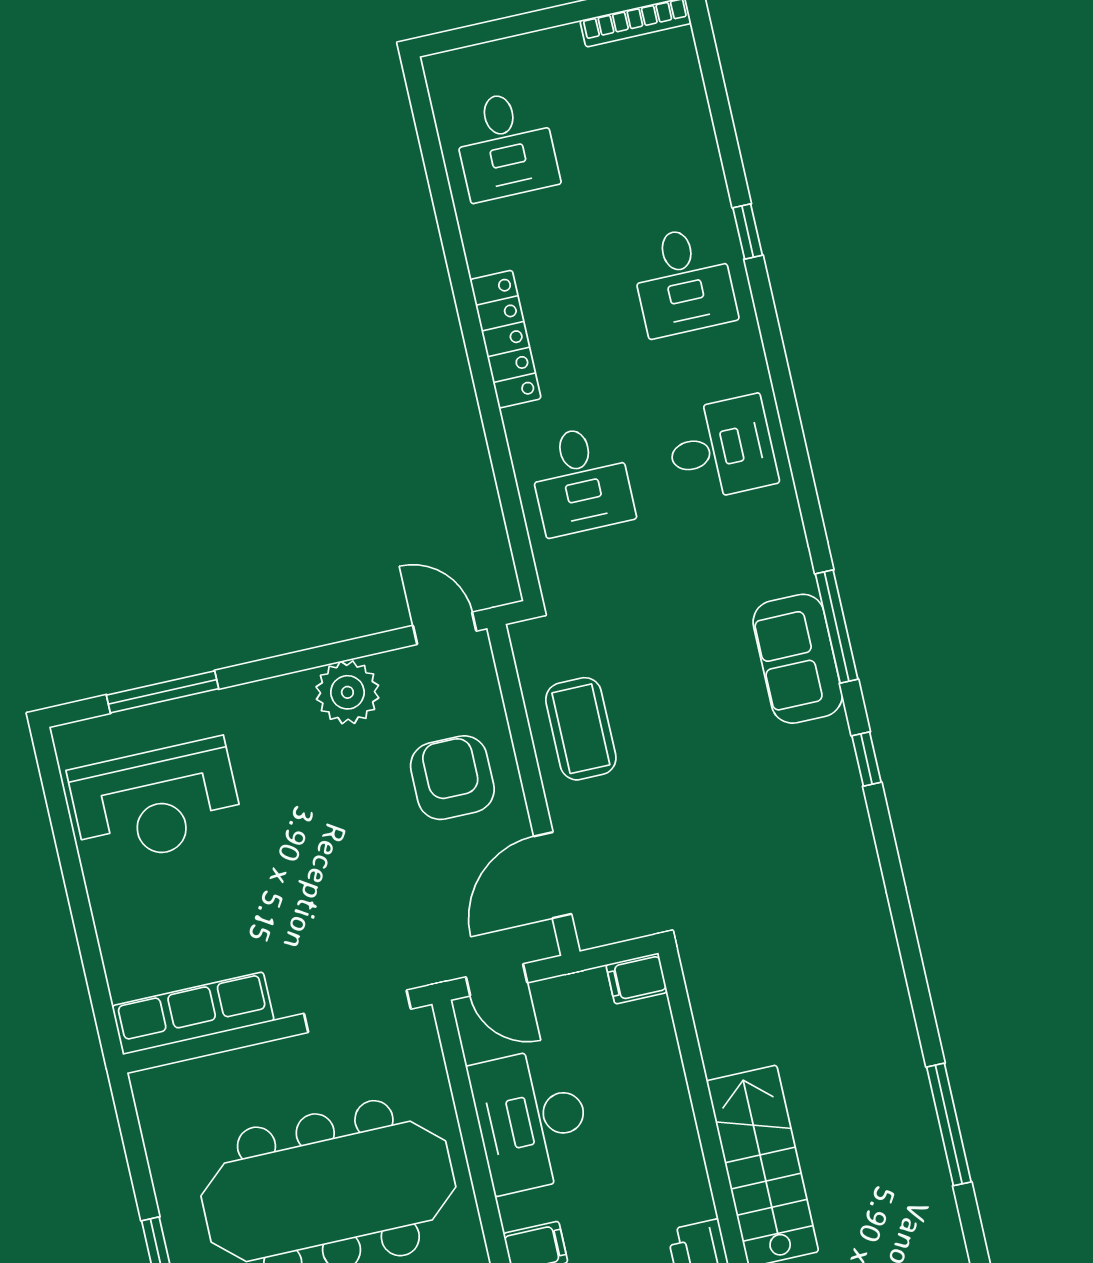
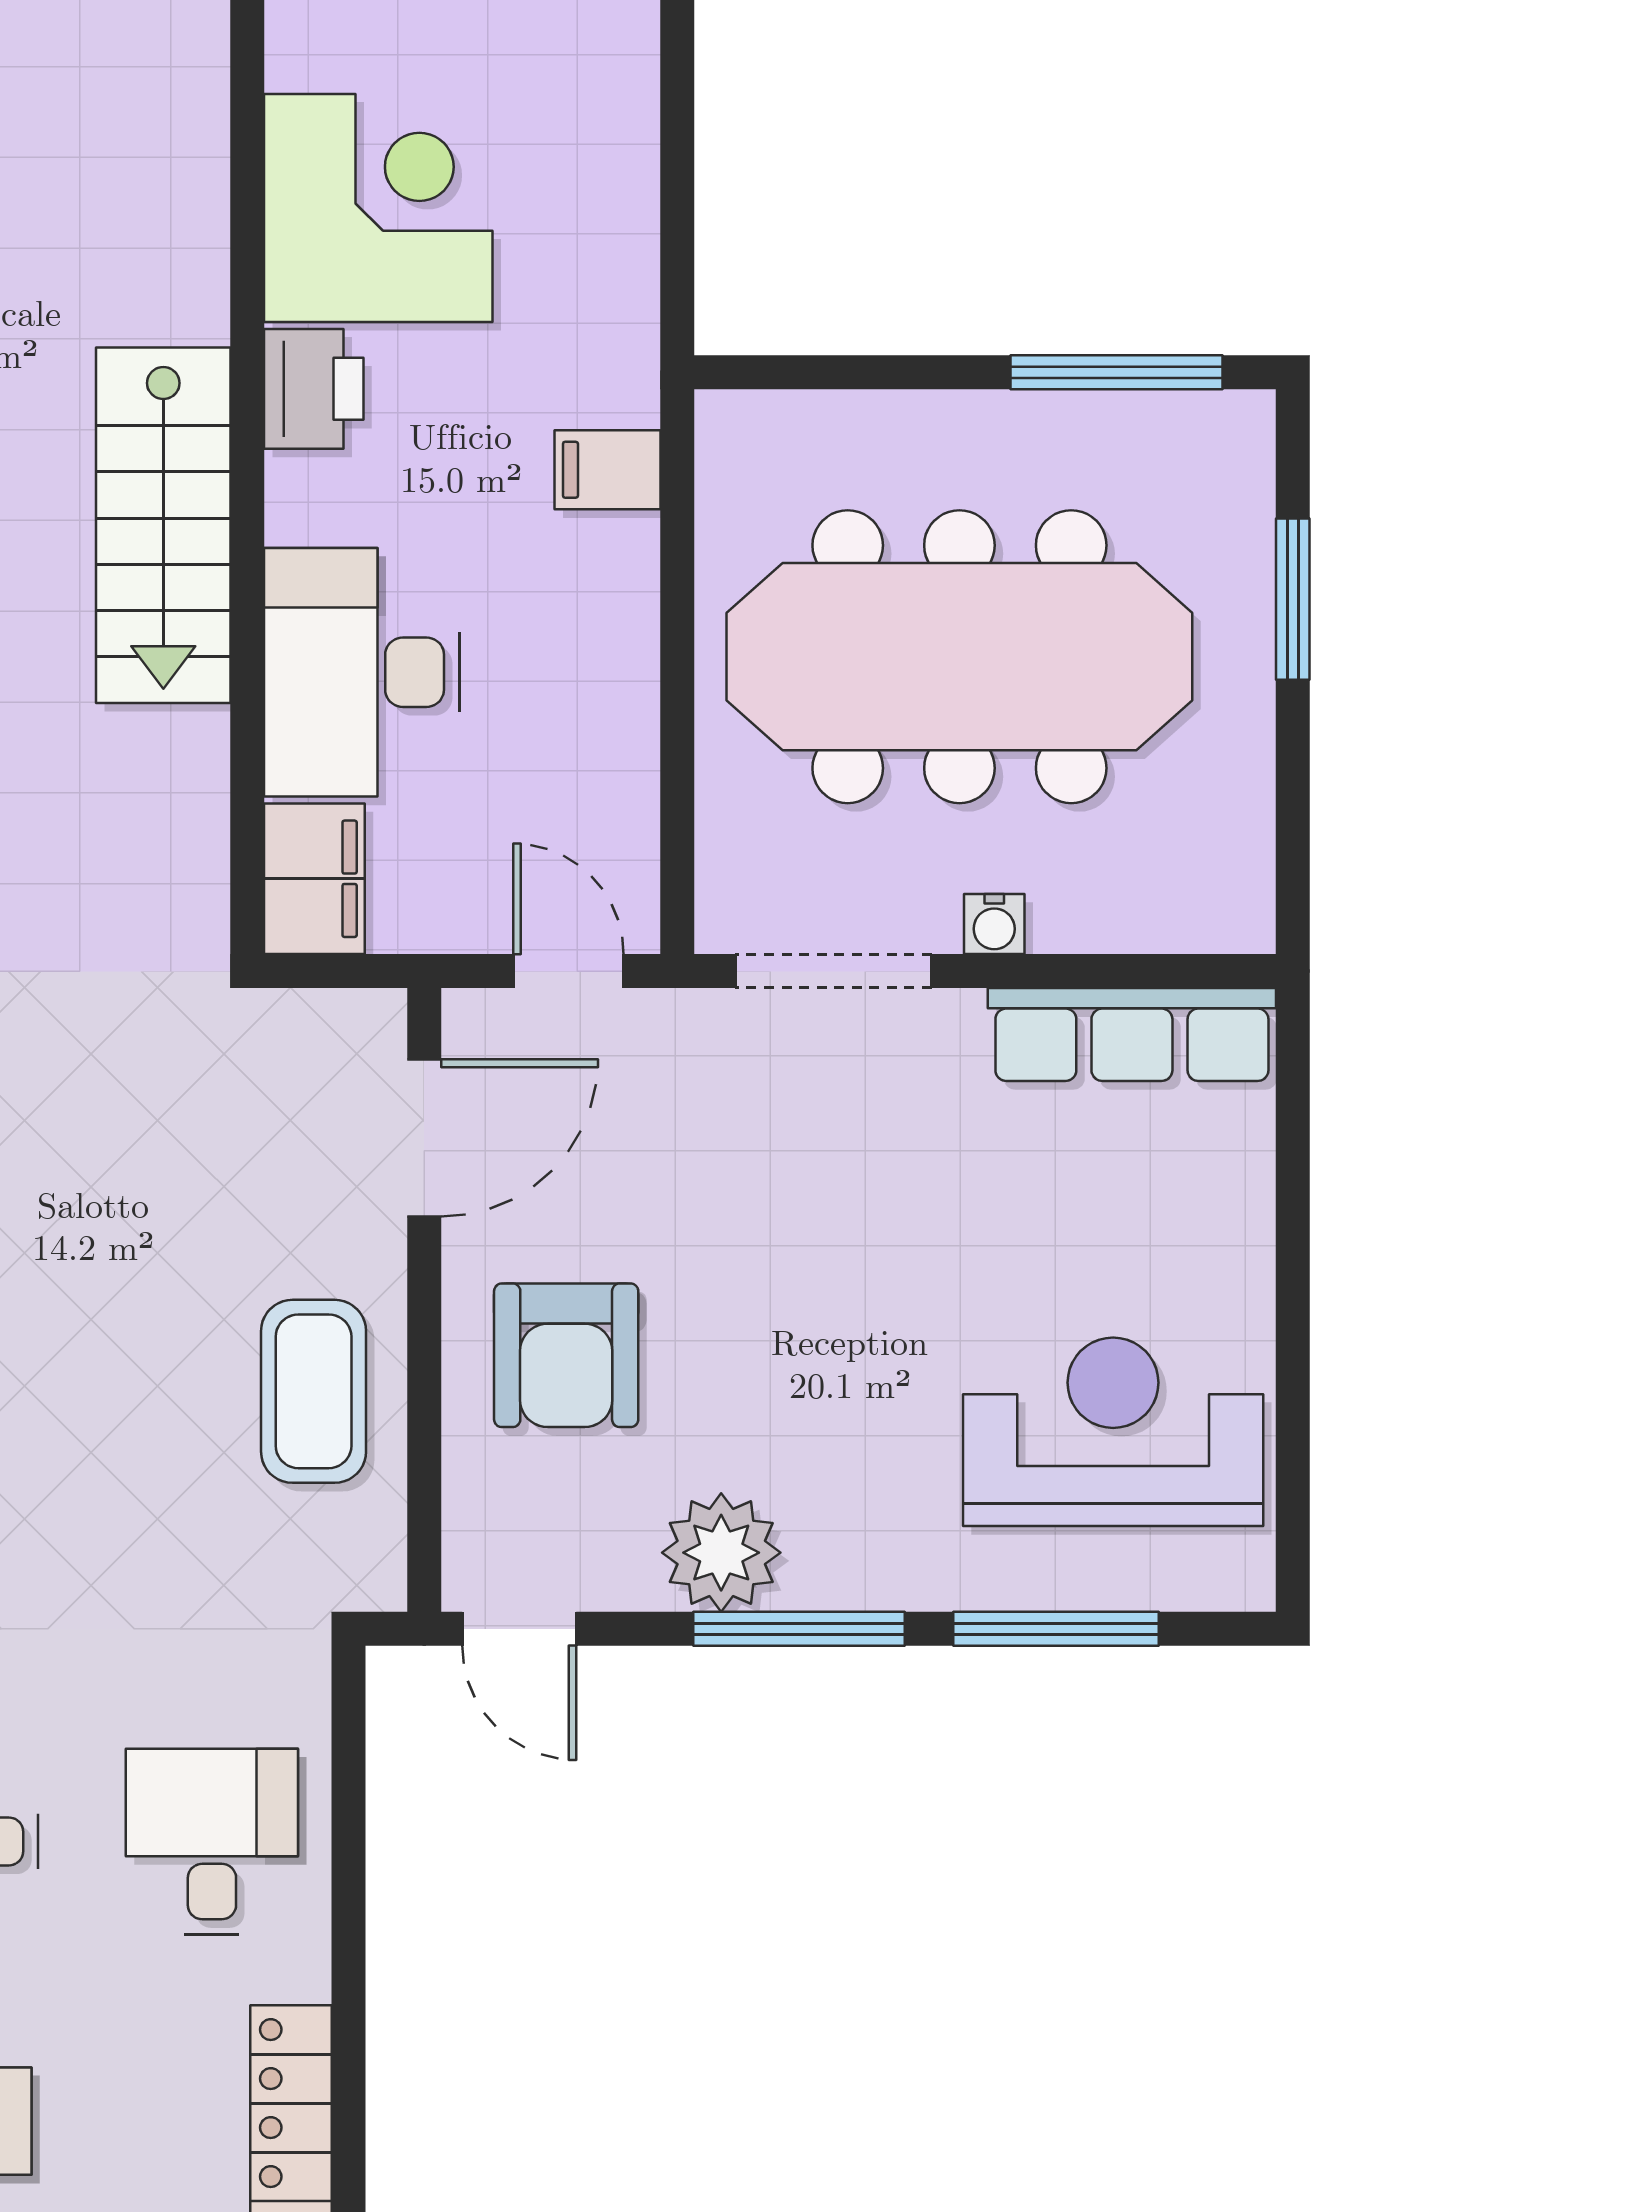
window: (298, 661) -> (799, 1629), added
filing cabinet: (637, 978) -> (314, 879), width x2.00
water cooler: (278, 1055) -> (994, 924), added
desk: (531, 1120) -> (362, 672), moved, turned 180

